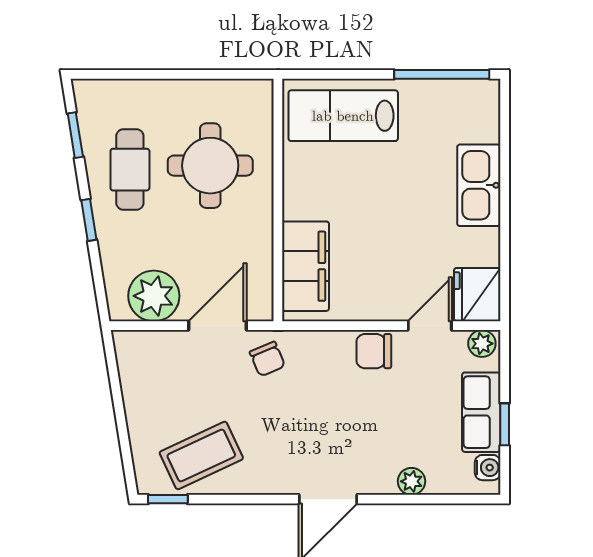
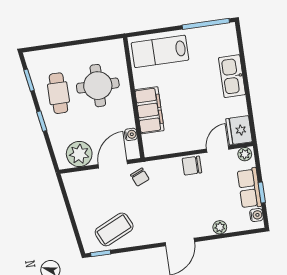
filing cabinet: (306, 266) -> (149, 110), moved
water cooler: (262, 272) -> (131, 134), added

